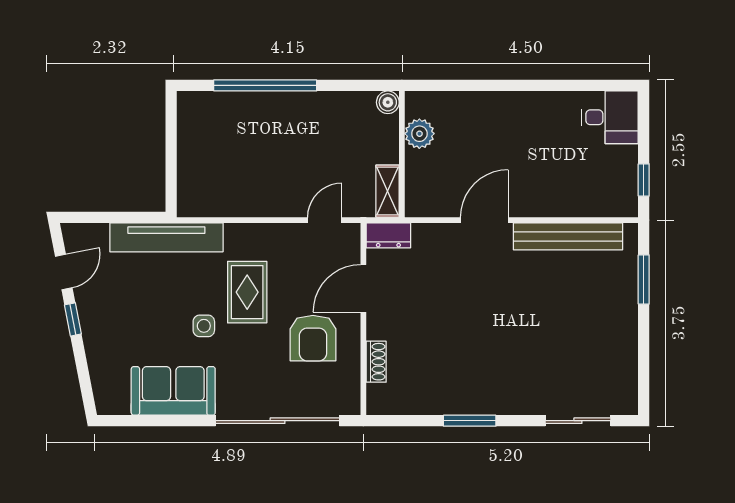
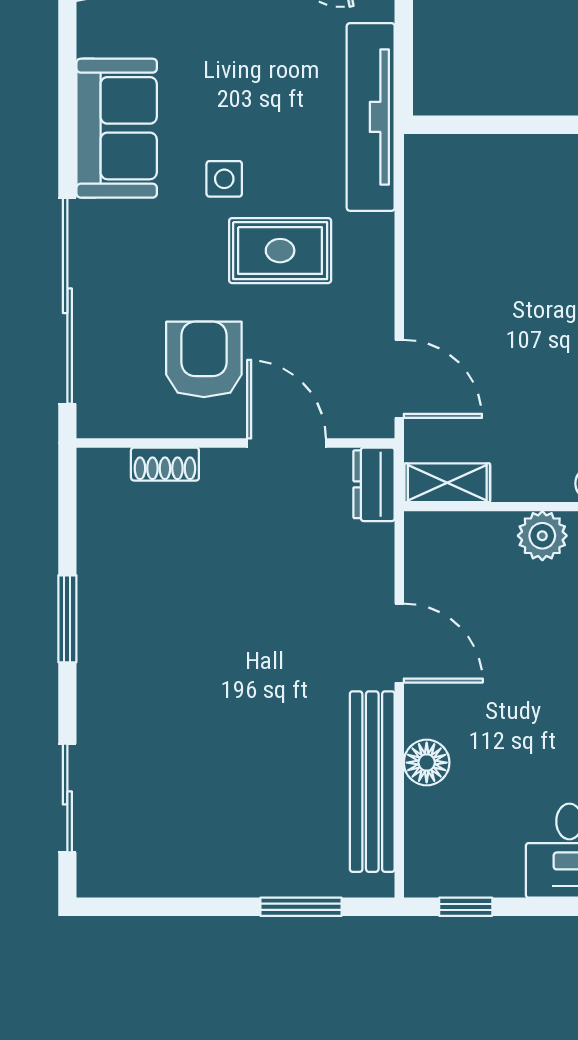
floor lamp: (557, 204) -> (427, 763), added
door: (325, 220) -> (399, 379), width x1.38
armchair: (313, 338) -> (204, 359), turned 90

